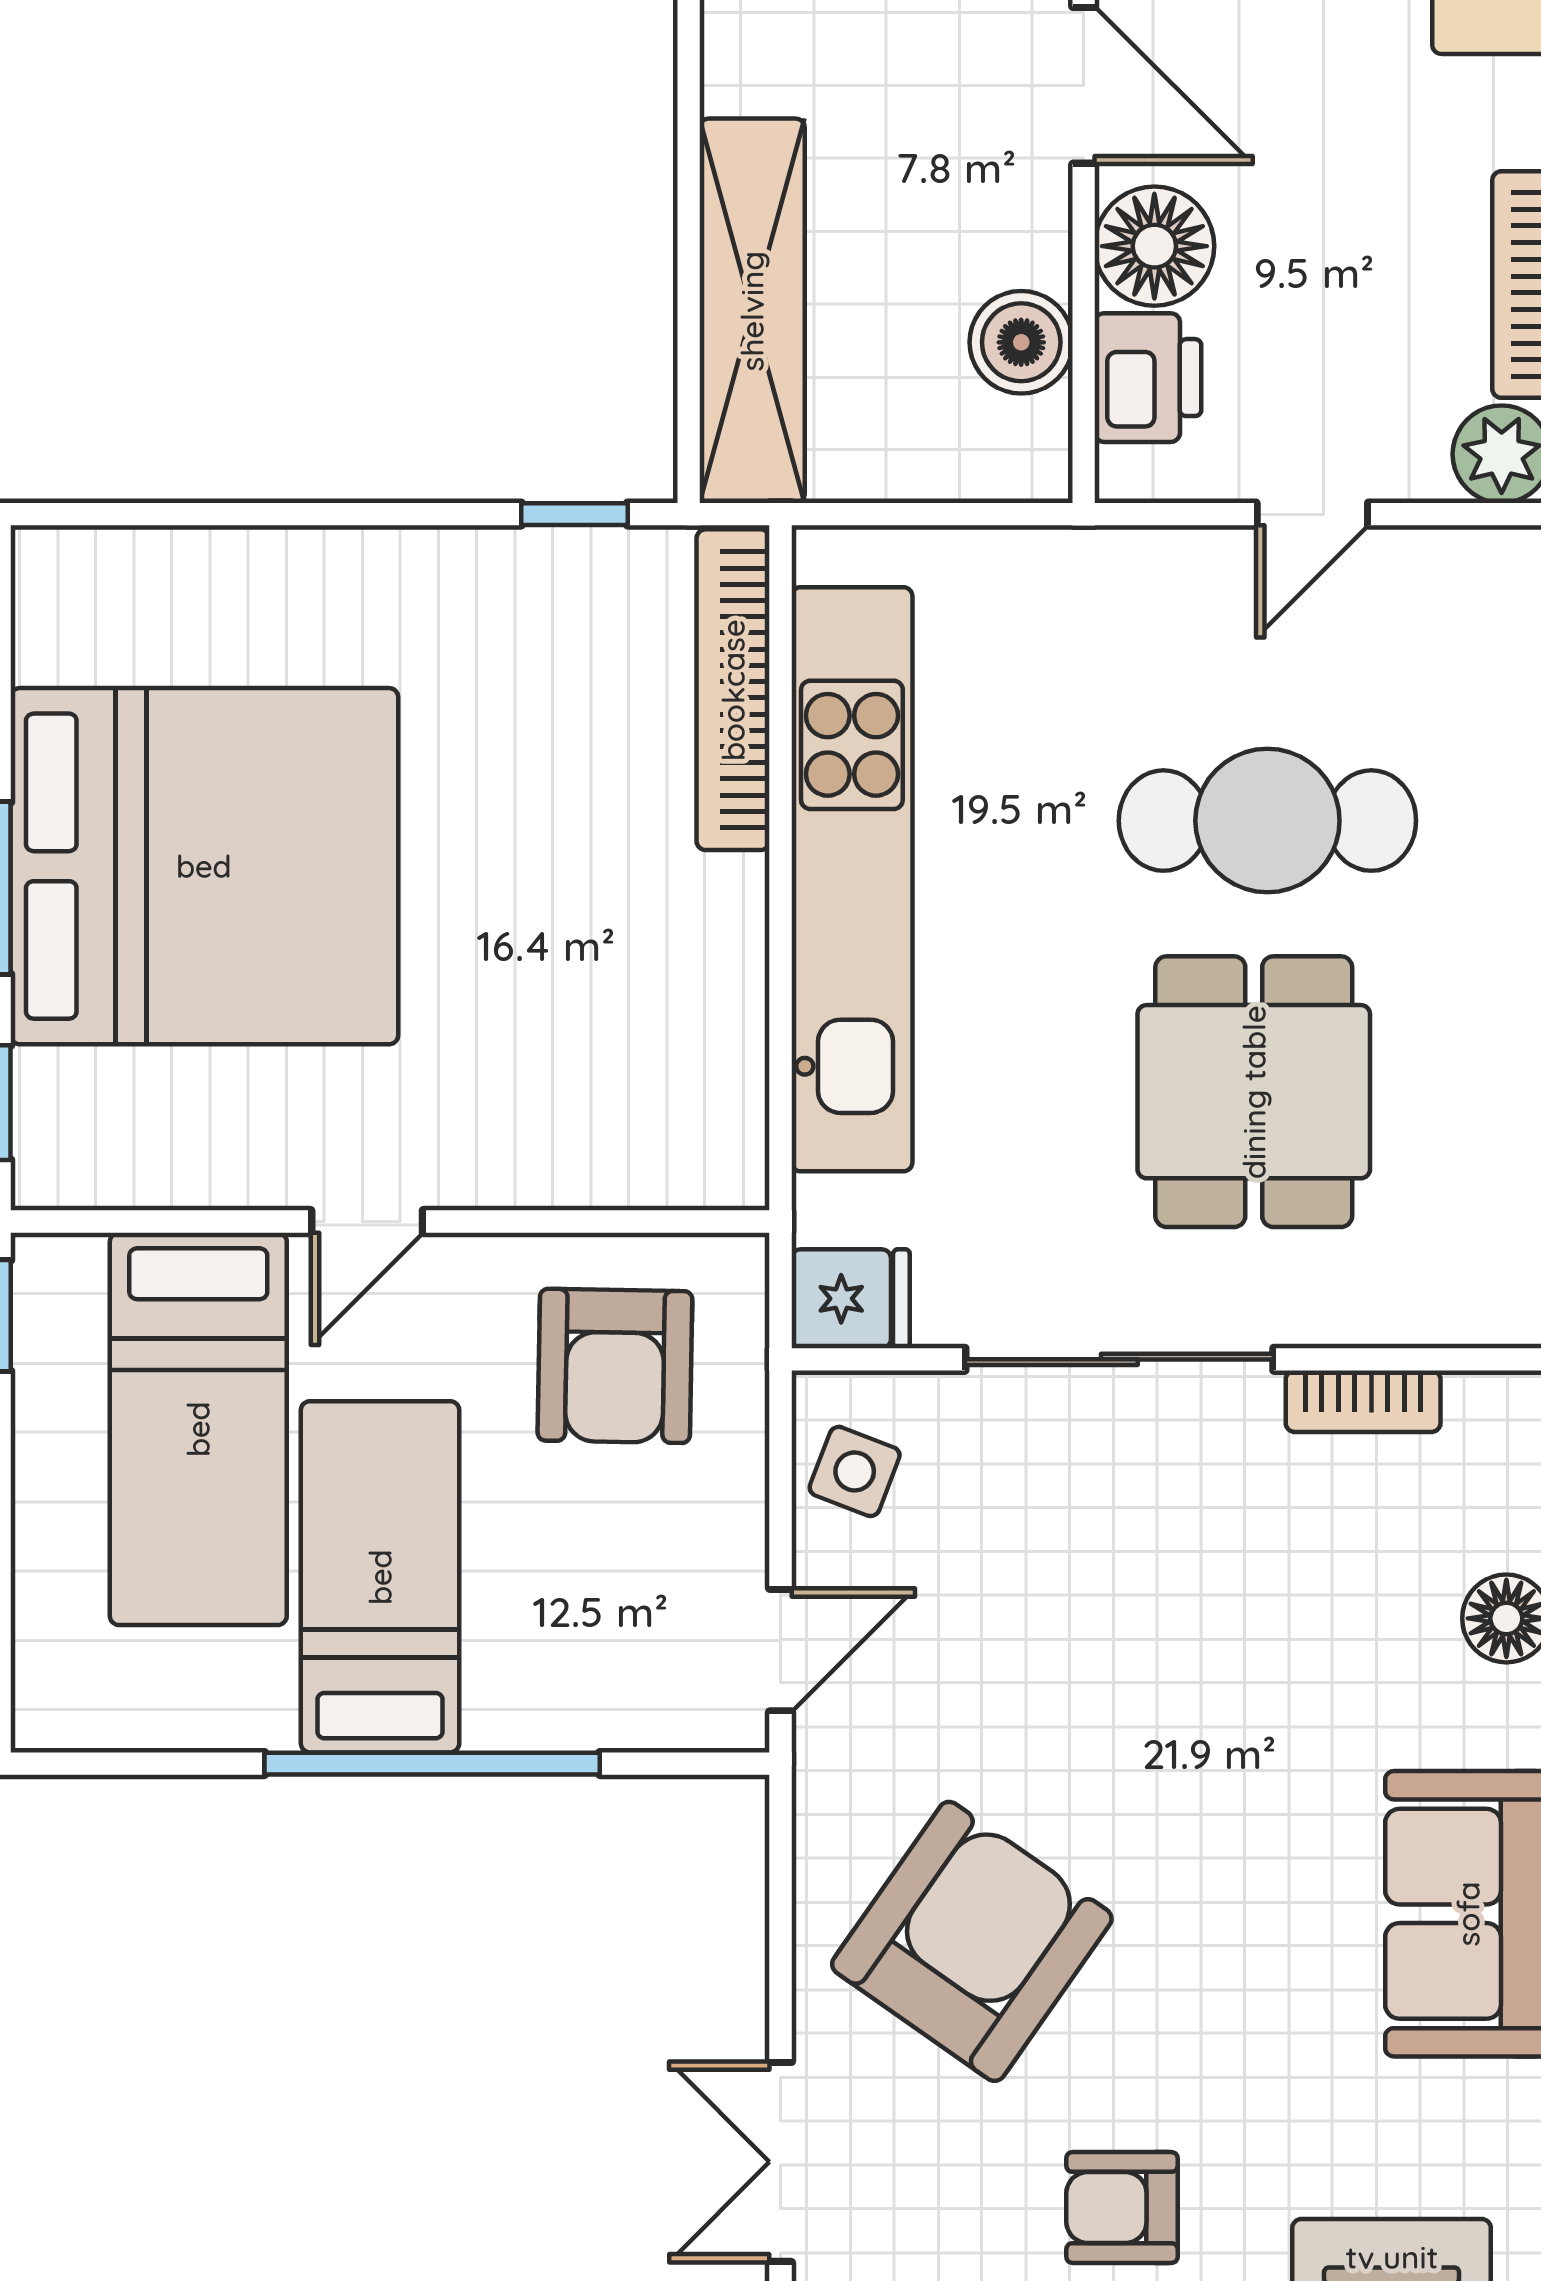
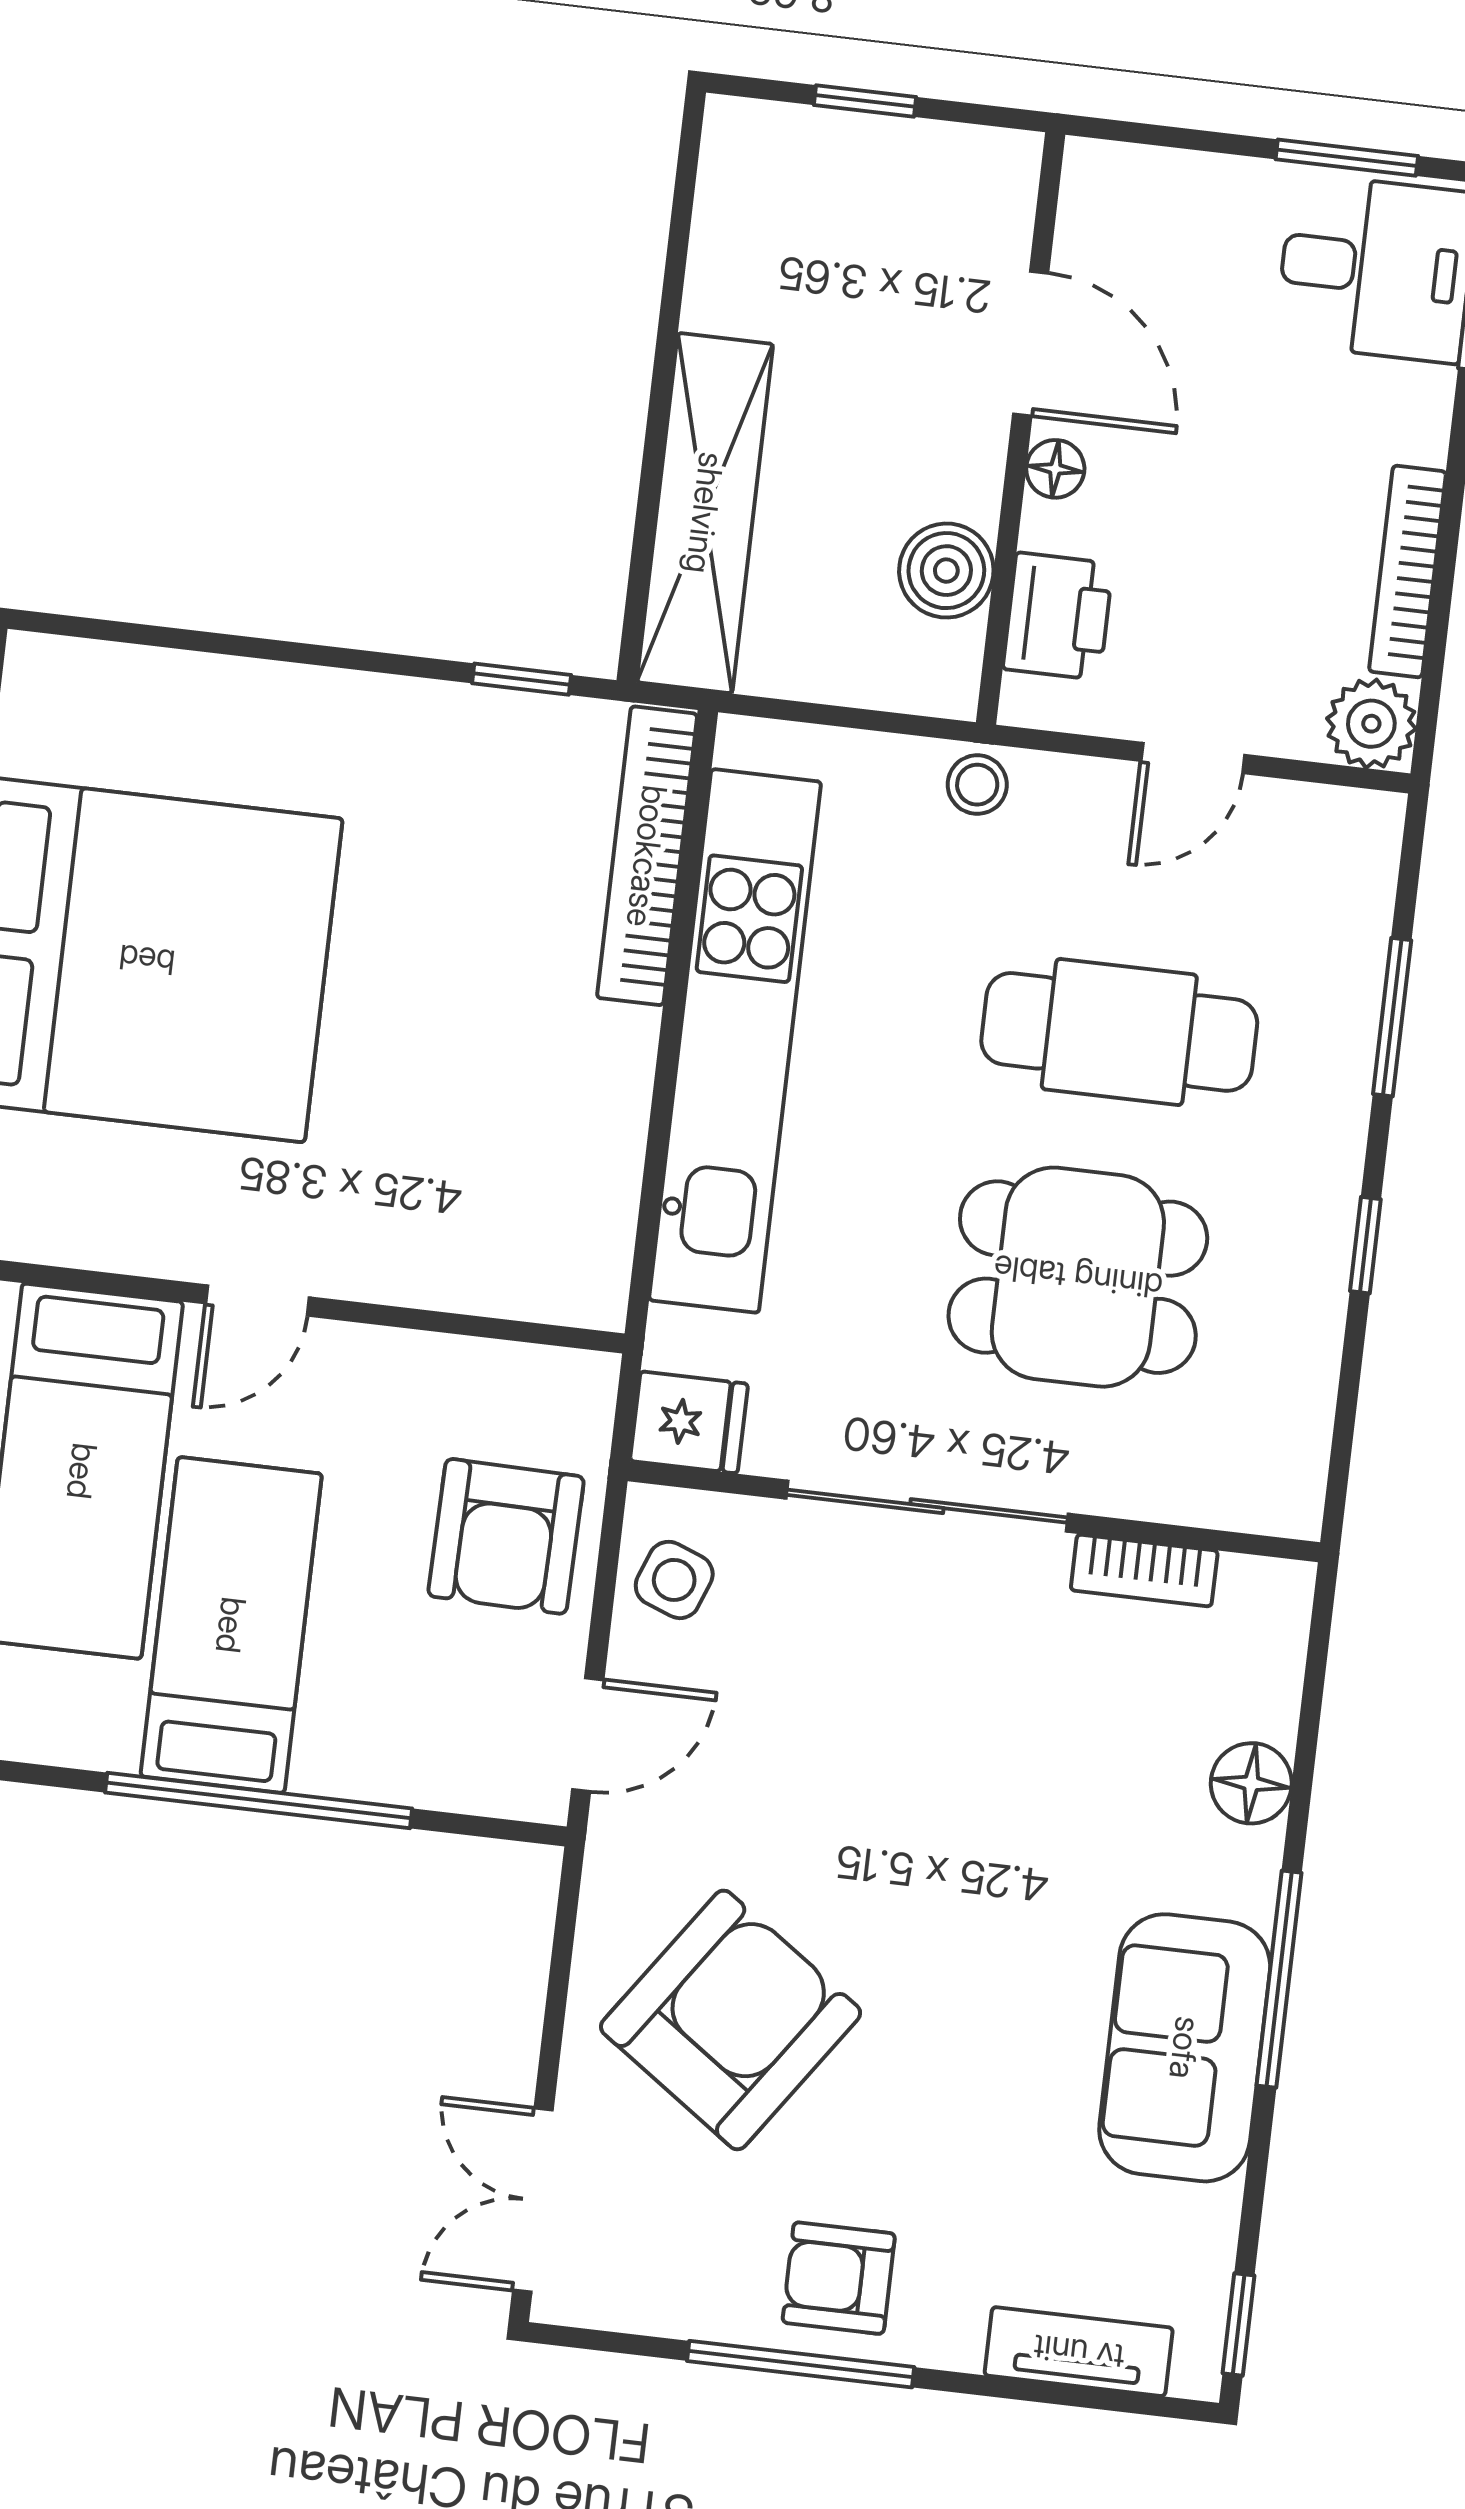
floor lamp: (1154, 246) -> (1055, 469), width x0.53, depth x0.53
stool: (1082, 570) -> (977, 785), added
dining table: (1254, 1092) -> (1078, 1277), turned 90
armchair: (615, 1366) -> (506, 1536), moved

